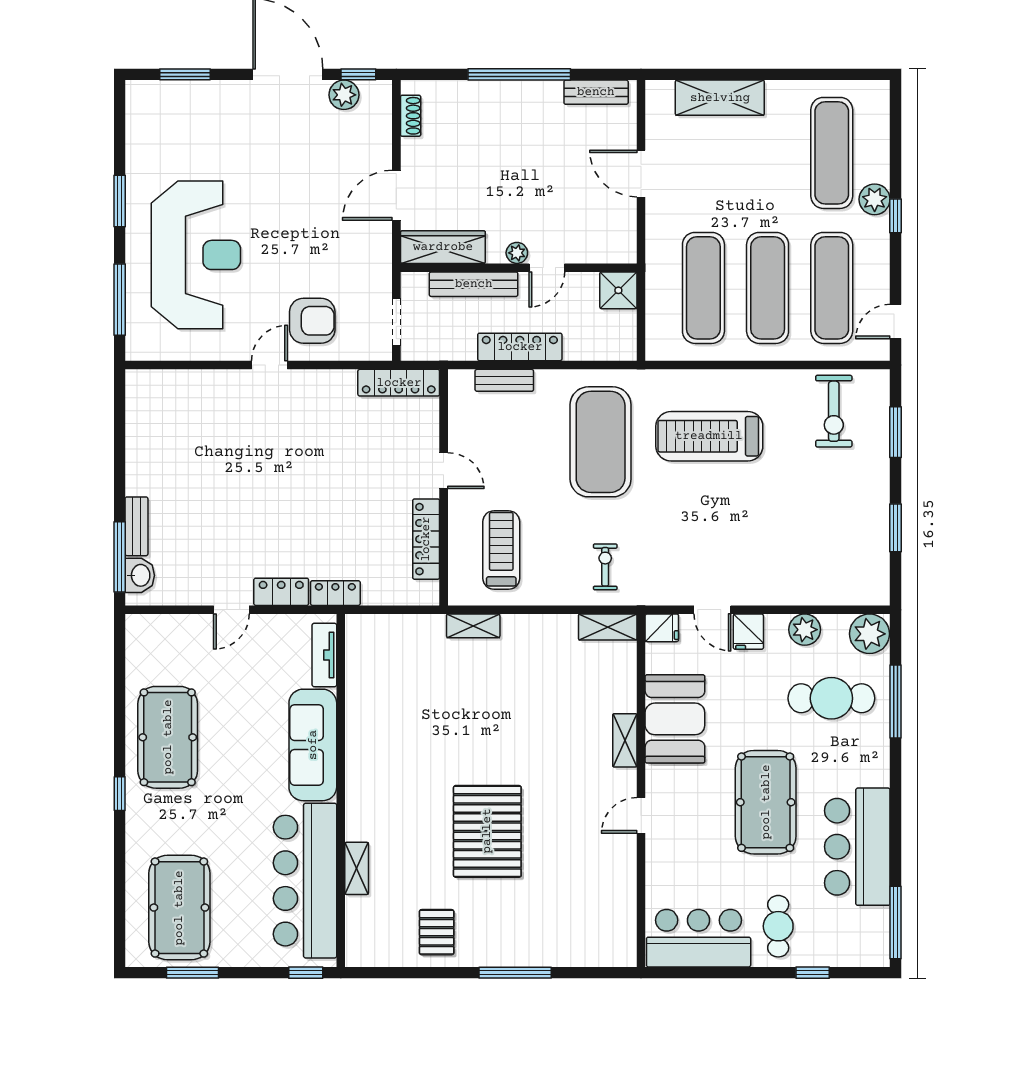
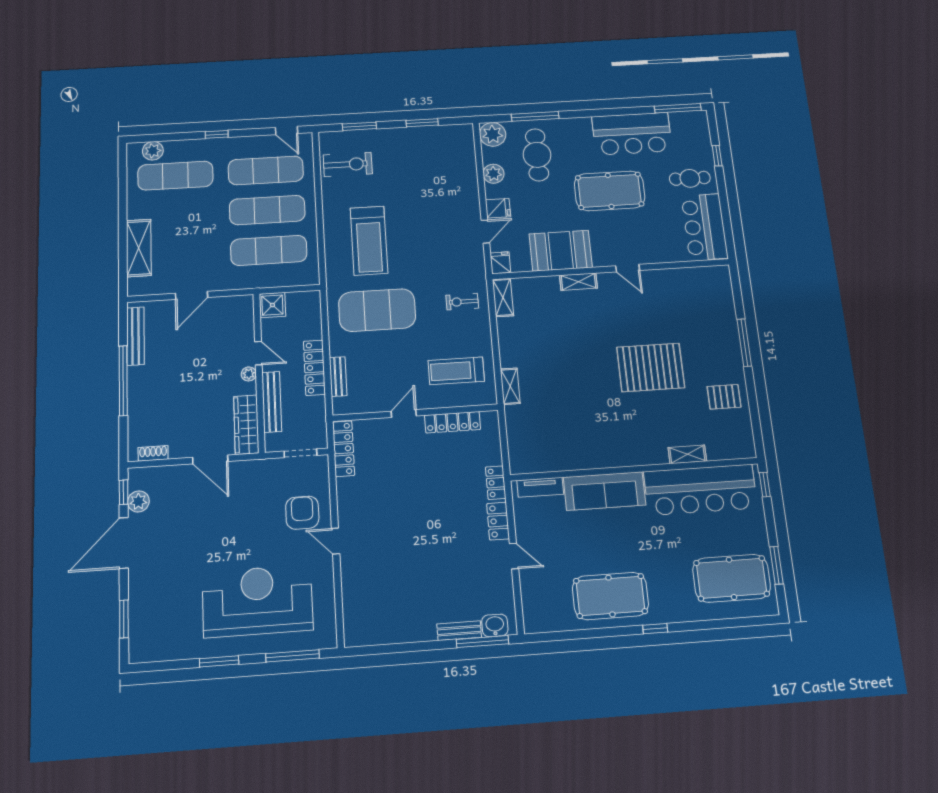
bench: (596, 92) -> (135, 336), width x1.36
plant: (875, 199) -> (153, 151), moved

